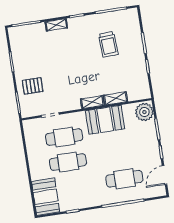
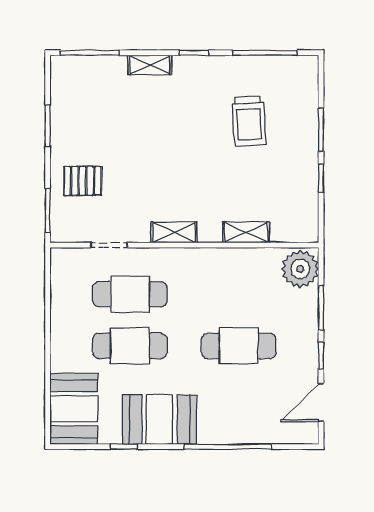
shelving: (92, 102) -> (174, 232), moved
booth: (105, 120) -> (160, 420), moved
cafe table: (124, 179) -> (239, 346), moved

